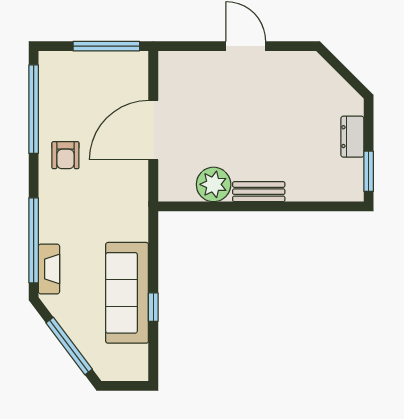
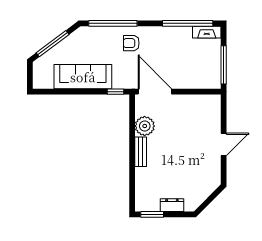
door: (153, 130) -> (155, 92), moved
armchair: (65, 155) -> (131, 43), moved
fireplace: (49, 269) -> (207, 32), moved
window: (153, 307) -> (116, 92), moved

